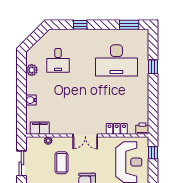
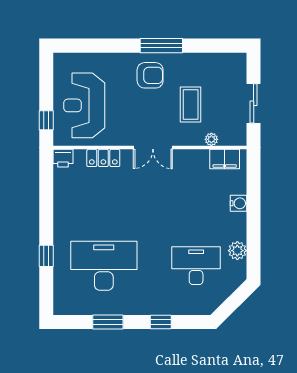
window: (129, 25) -> (108, 322), moved
desk: (58, 60) -> (196, 266), width x1.37
double door: (85, 135) -> (153, 147), swing flipped

